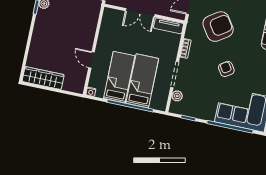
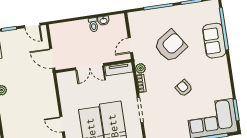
armchair: (218, 27) -> (171, 46), moved
plant: (177, 96) -> (140, 68), moved

